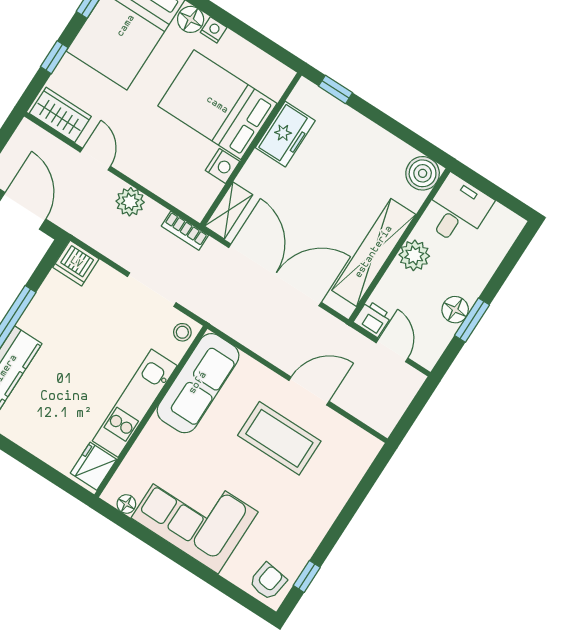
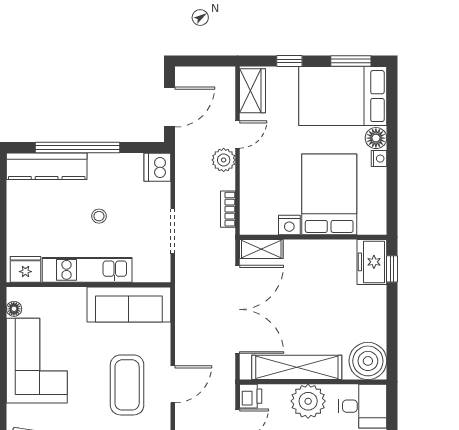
freezer: (285, 134) -> (372, 262), moved, turned 90
boiler: (423, 173) -> (368, 361), width x1.37, depth x1.37
plant: (130, 202) -> (224, 160), moved
bookcase: (185, 231) -> (228, 209), moved
plant: (414, 255) -> (308, 401), width x1.36, depth x1.36
stool: (182, 332) -> (99, 216), moved
door: (309, 391) -> (173, 384), hinge flipped

